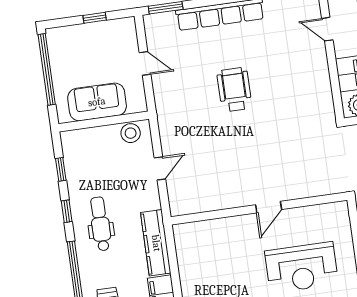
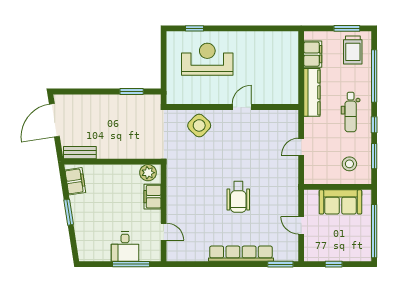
stool: (131, 133) -> (349, 164), moved
window: (61, 169) -> (374, 156), width x1.50
side table: (300, 178) -> (199, 125), added
door: (269, 207) -> (242, 107), moved

